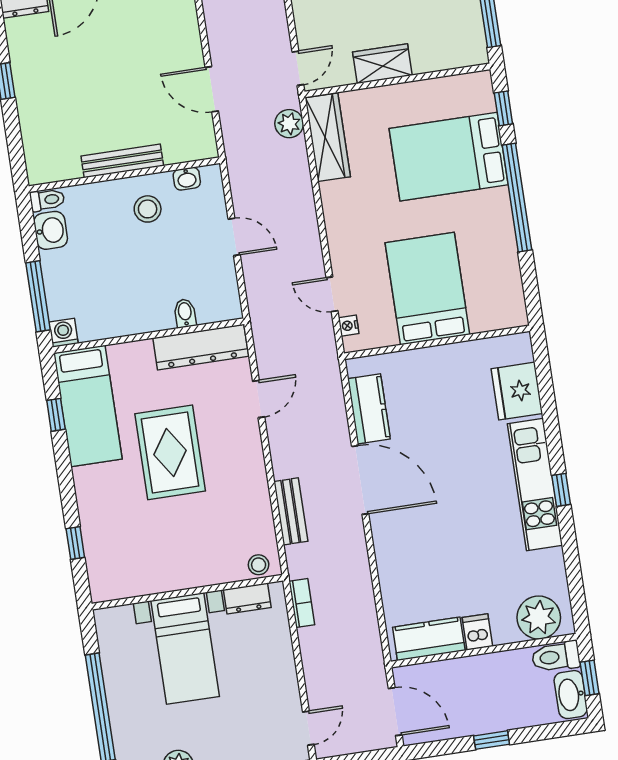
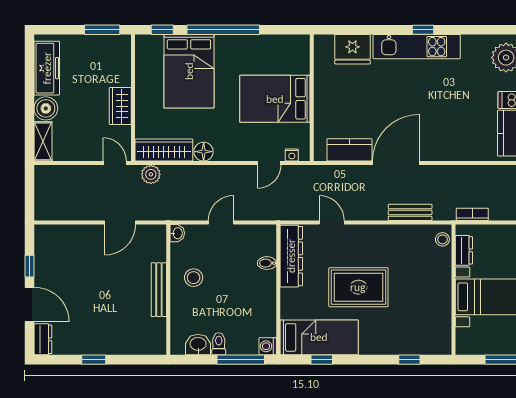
washbasin: (187, 179) -> (177, 233), moved
floor lamp: (334, 196) -> (204, 152), added
toilet: (47, 200) -> (219, 344), moved

